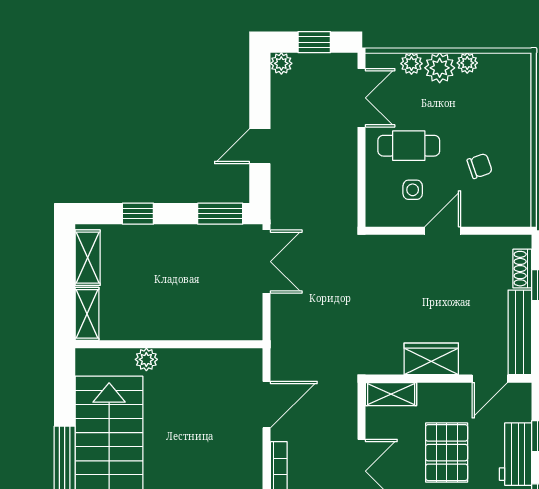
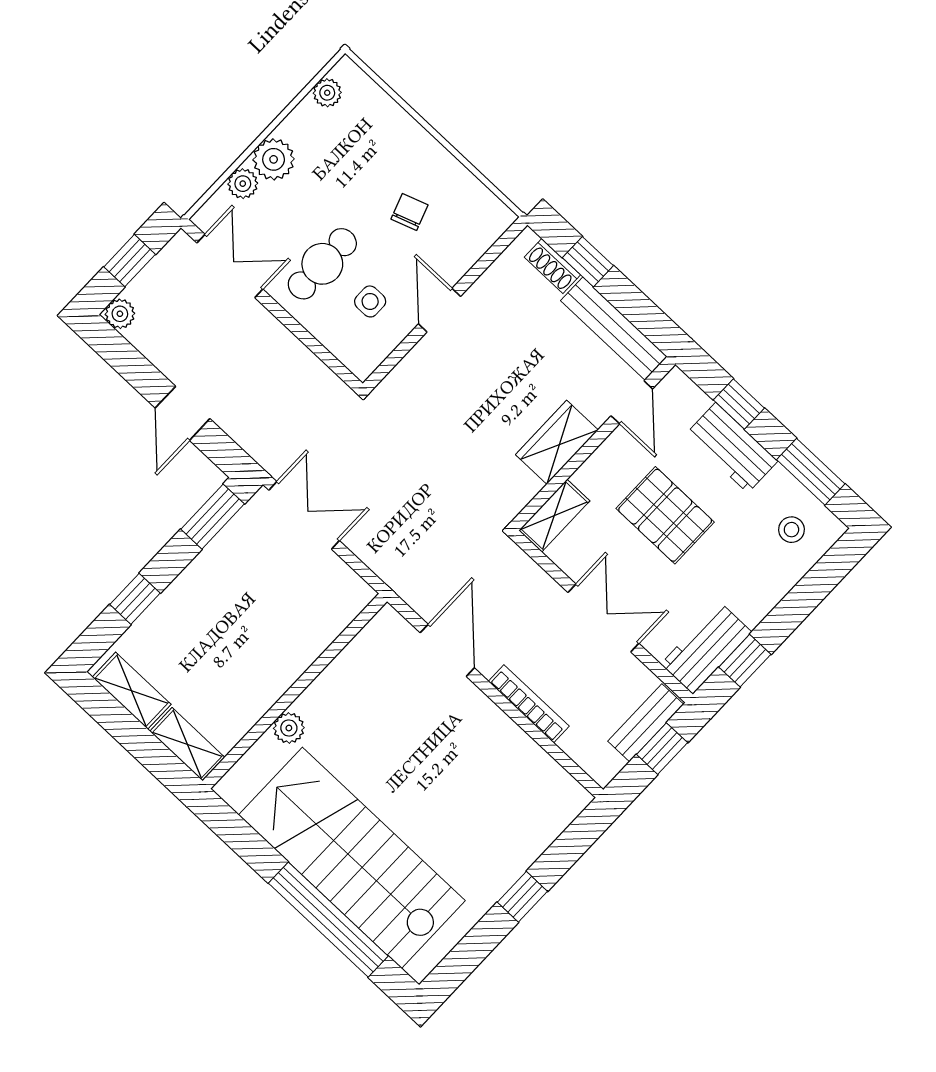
plant: (467, 63) -> (327, 93), moved

